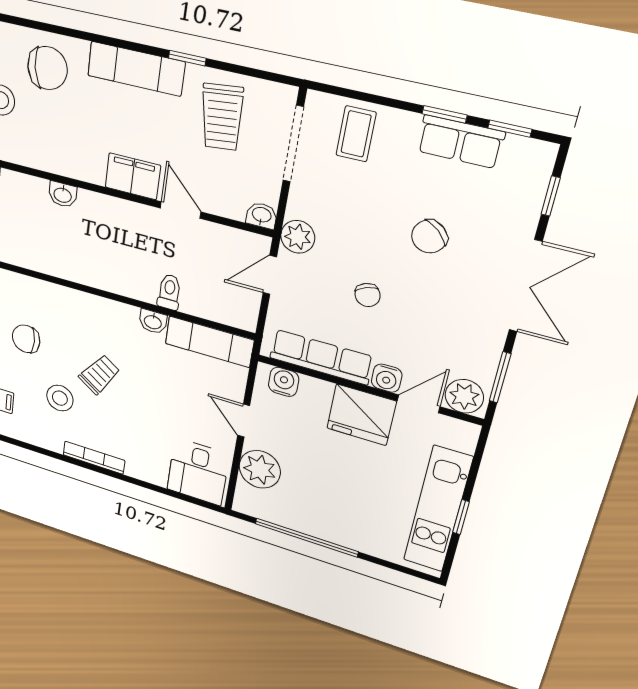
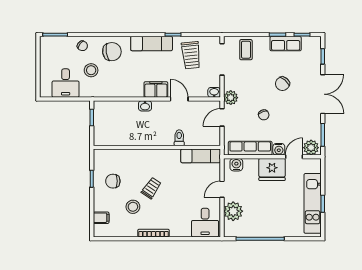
washbasin: (63, 195) -> (145, 106), moved
washbasin: (153, 322) -> (174, 154), removed
door: (244, 421) -> (222, 189), hinge flipped

